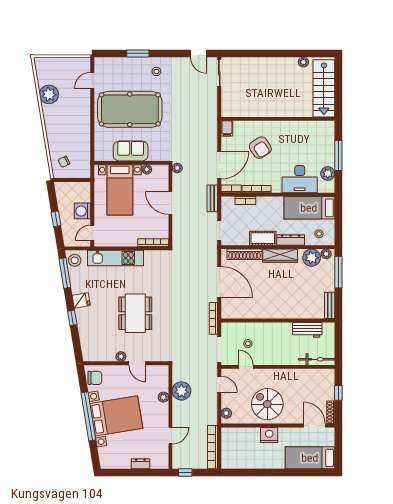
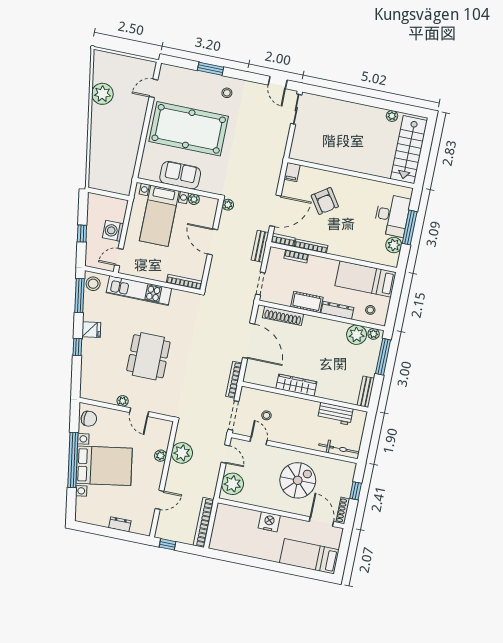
chair: (64, 162) -> (104, 172), removed
desk: (300, 179) -> (392, 215), moved, turned -90
wardrobe: (280, 256) -> (296, 385), moved, turned 180
spiral stairs: (267, 404) -> (298, 480), moved, turned 90
plant: (226, 413) -> (232, 484), width x1.88, depth x1.88

